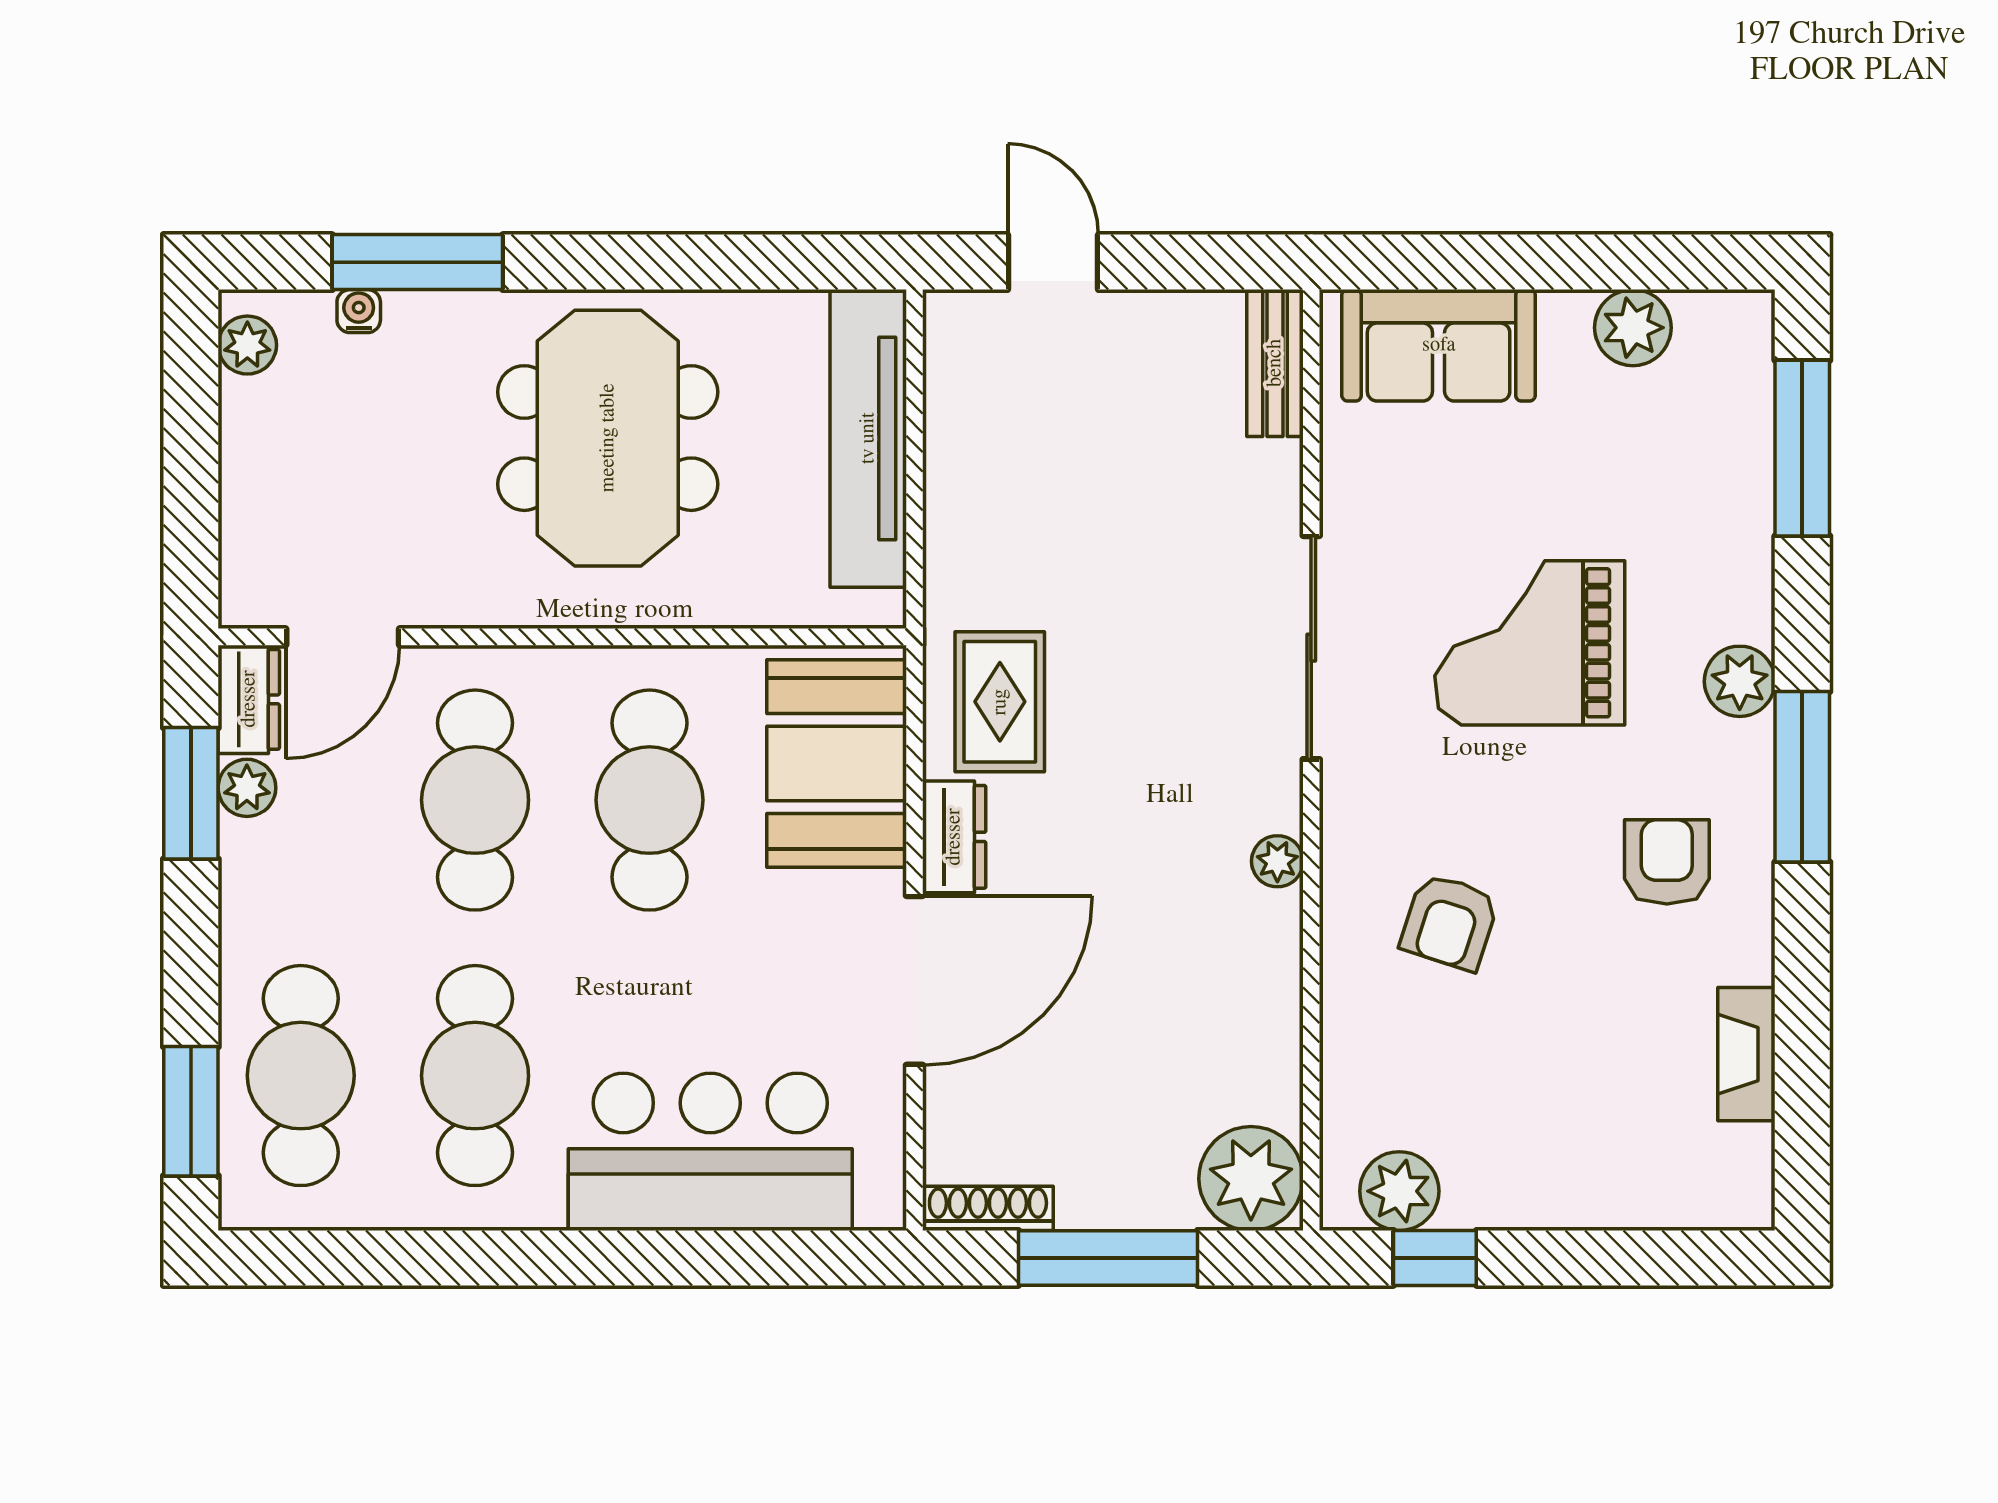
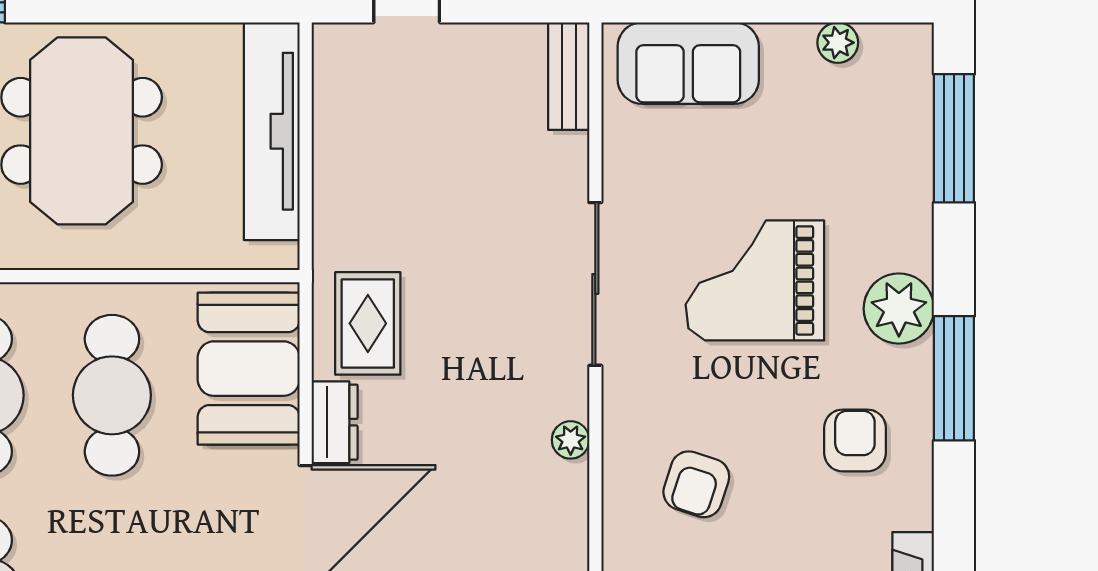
plant: (1633, 328) -> (838, 43), width x0.73, depth x0.73
plant: (1740, 681) -> (899, 309), width x1.36, depth x1.36

